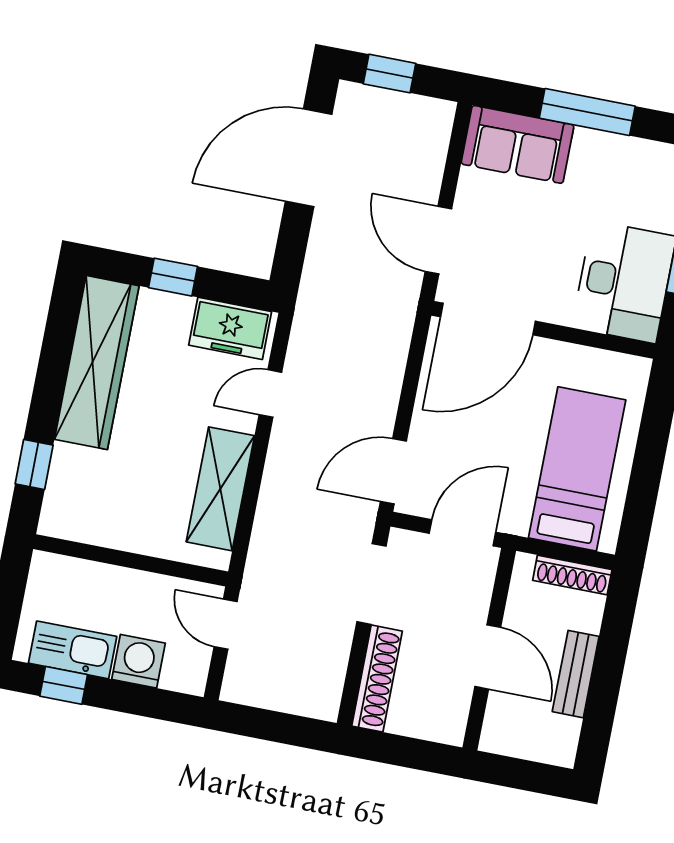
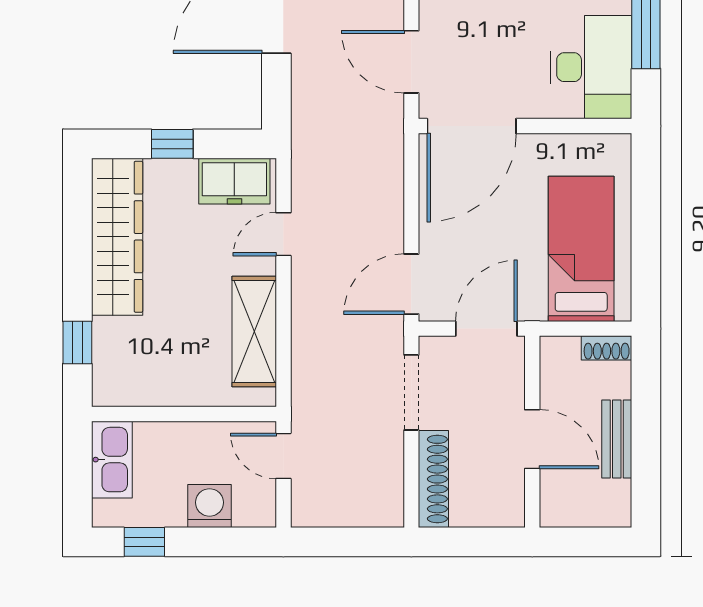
shoe rack: (572, 575) -> (607, 348), width x0.70
kitchen sink: (73, 650) -> (112, 460), moved, turned 90

